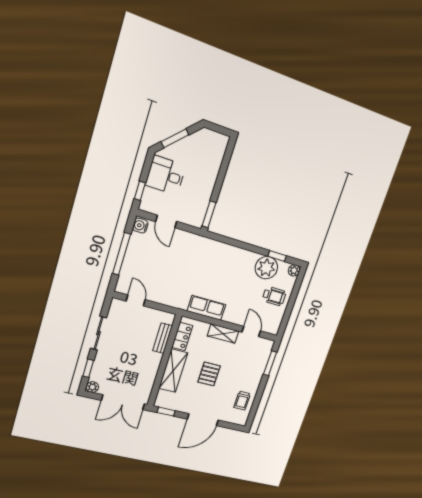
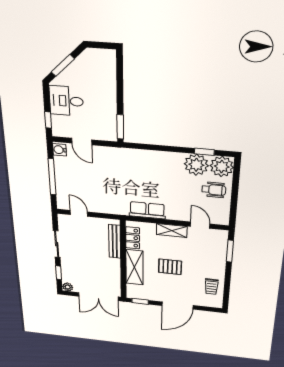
plant: (294, 270) -> (222, 167), width x1.87, depth x1.87
bench: (163, 338) -> (115, 241), width x1.36
pallet: (209, 374) -> (170, 267), turned 90

